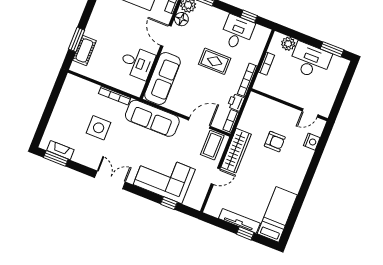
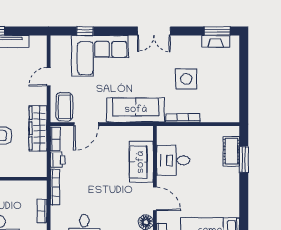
rug: (215, 61) -> (95, 193), removed
sofa: (162, 78) -> (141, 162), width x0.73
wardrobe: (236, 151) -> (38, 128), moved

